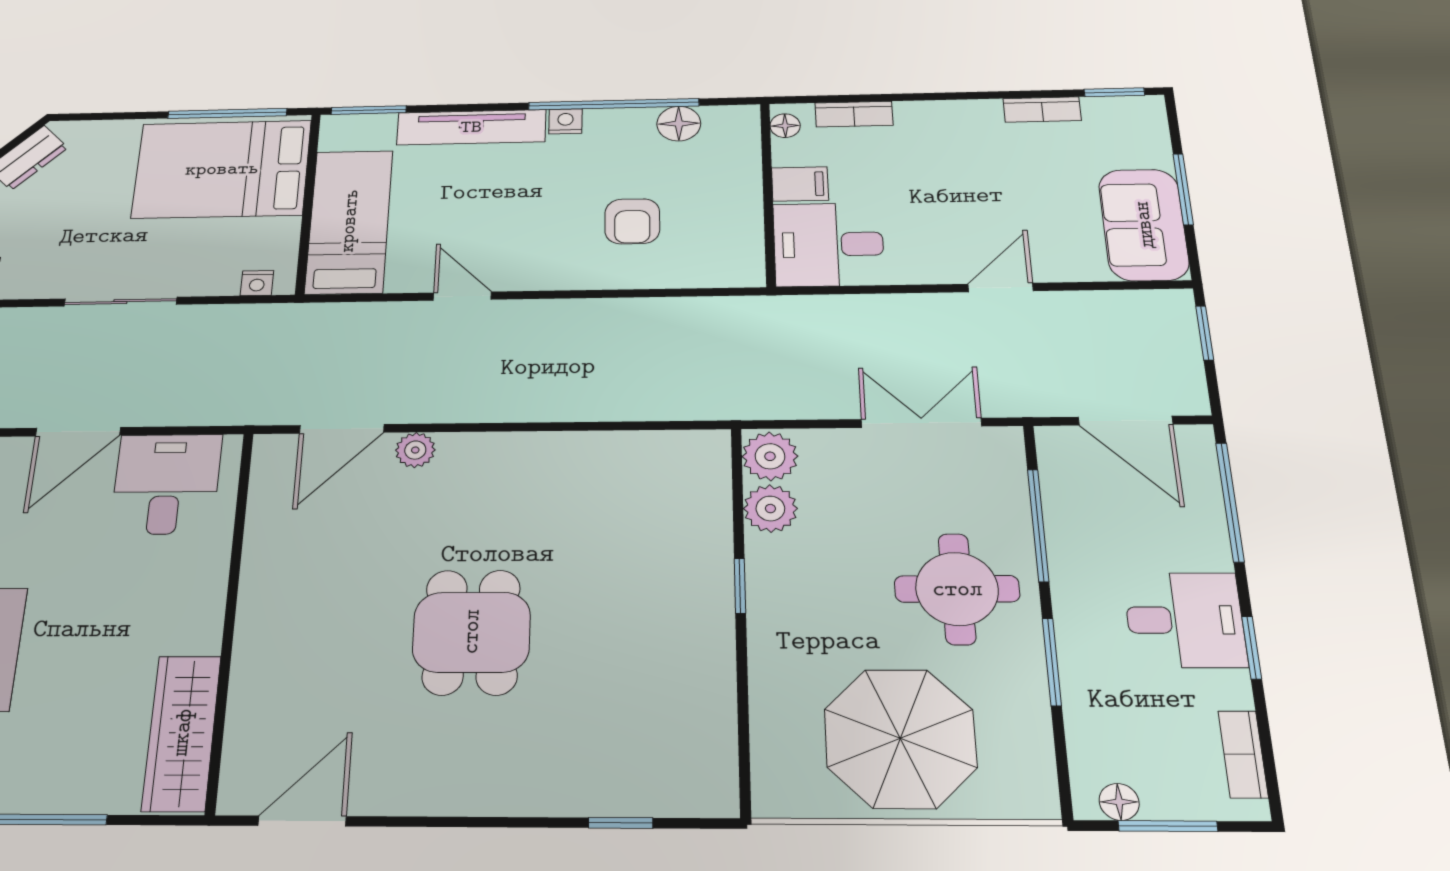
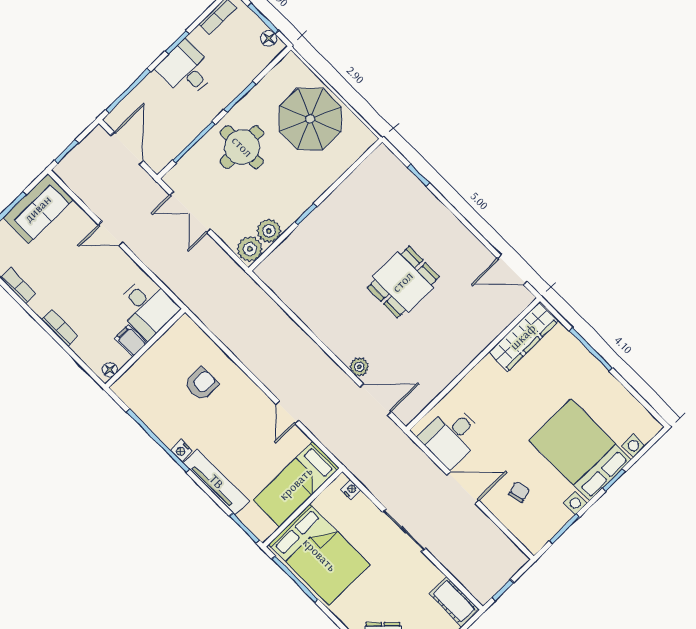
bookcase: (854, 114) -> (59, 327), moved
floor lamp: (679, 124) -> (144, 409), removed

